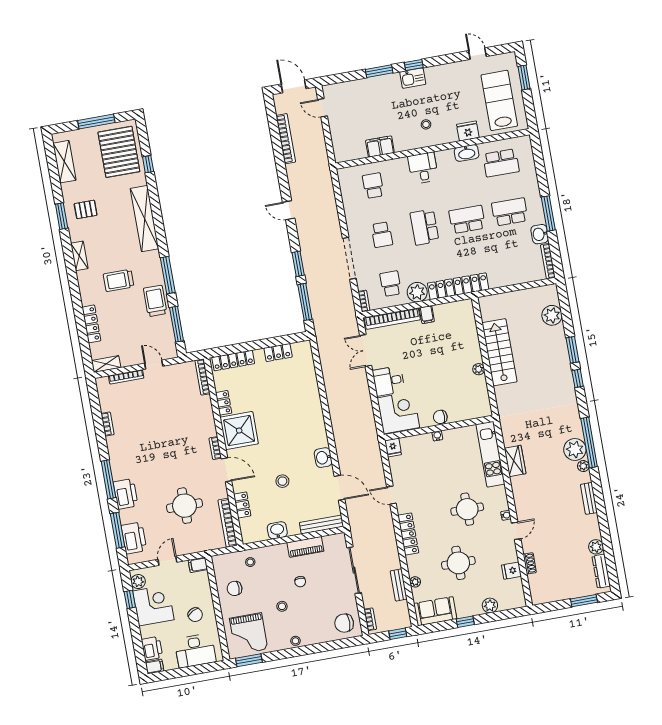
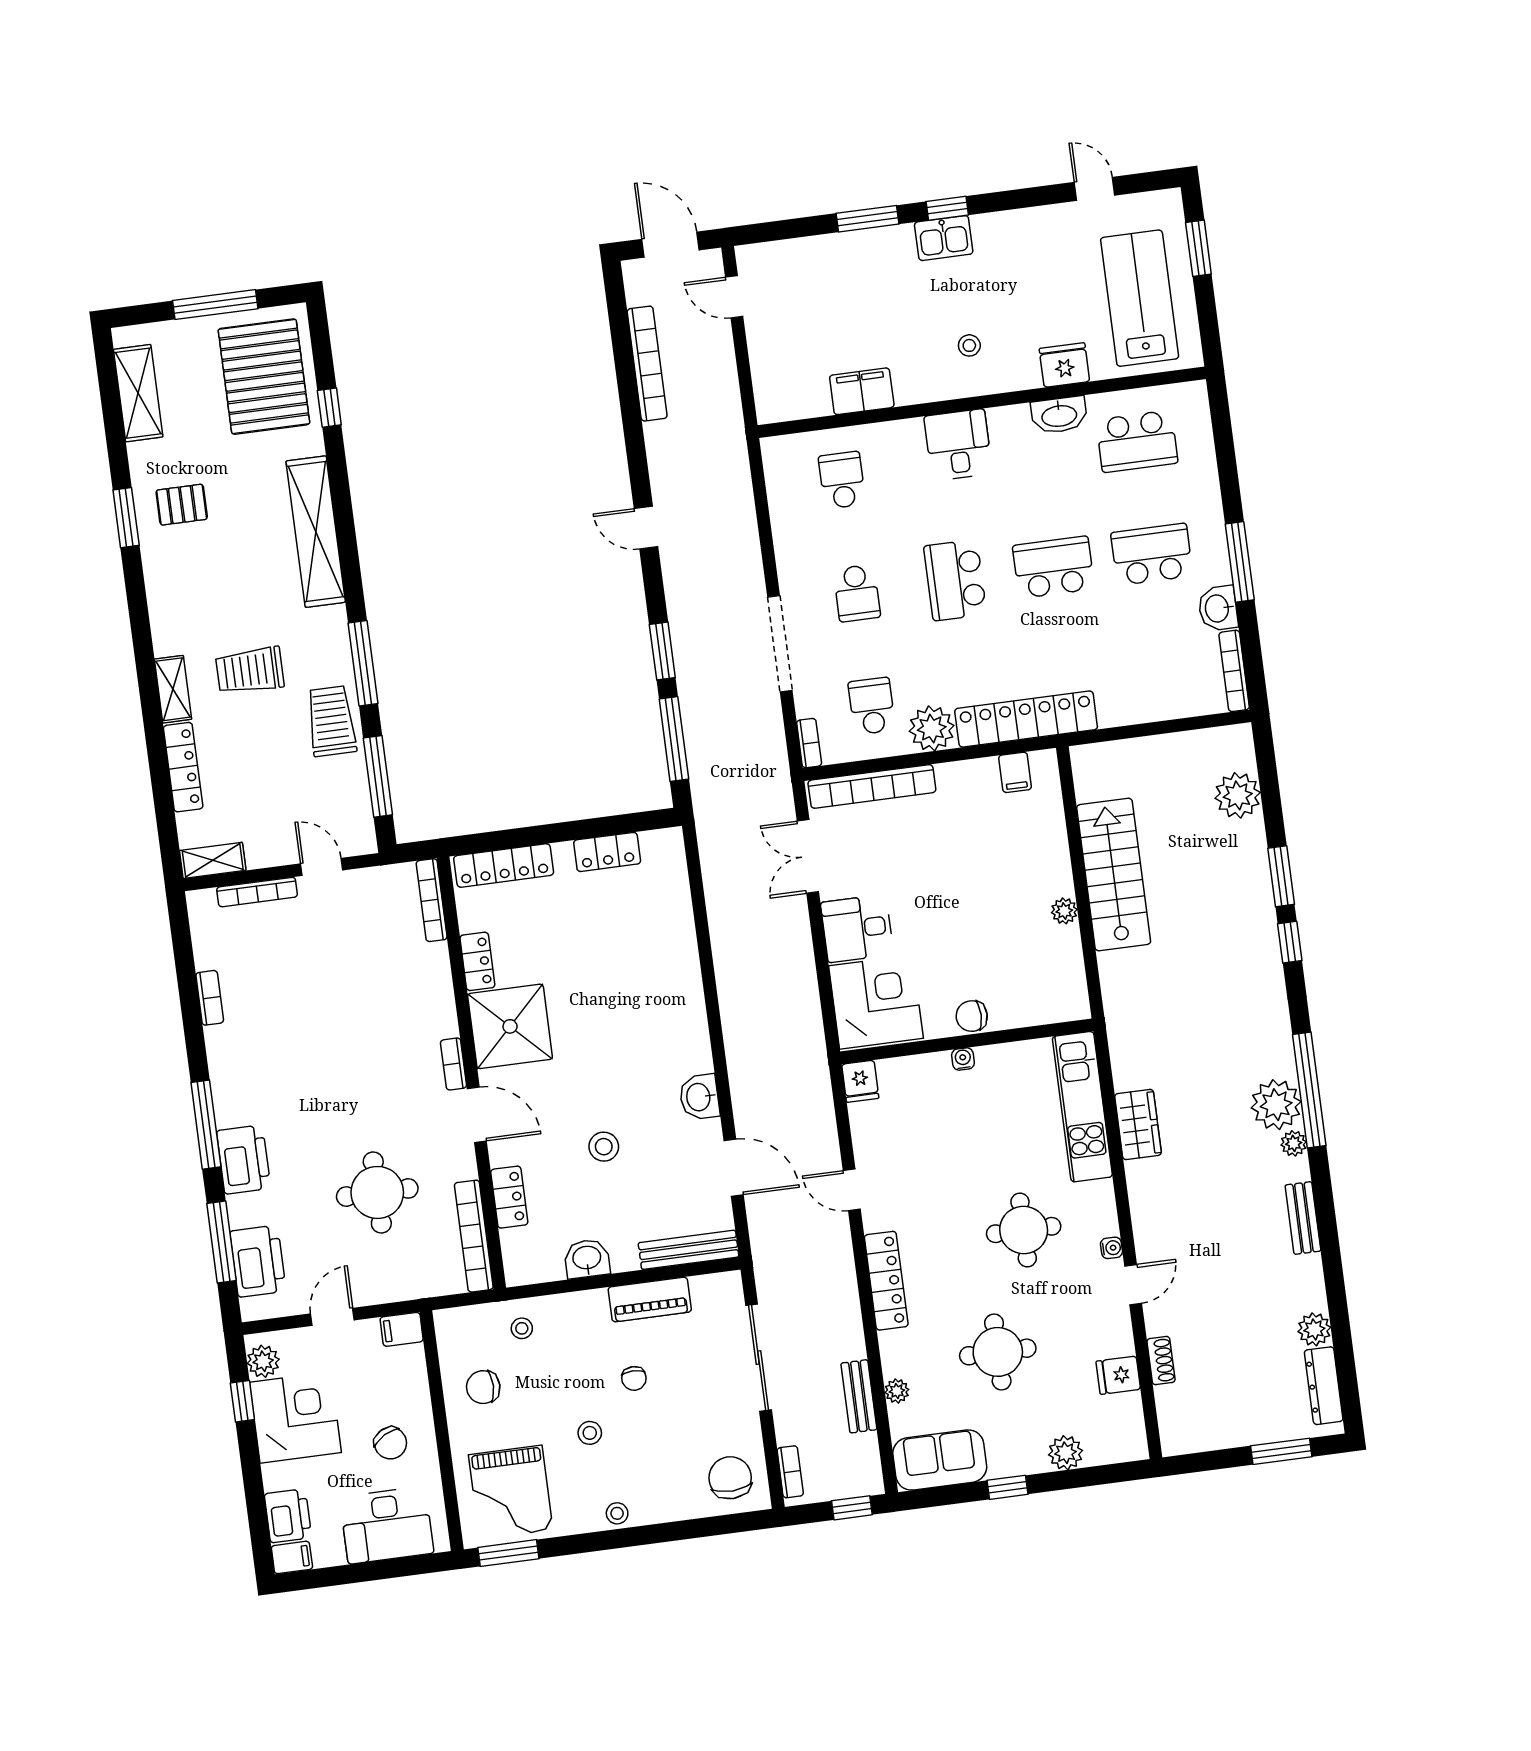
shelving: (79, 256) -> (173, 689), moved
filing cabinet: (427, 315) -> (1015, 772), moved
chair: (344, 623) -> (730, 1478), turned 88

